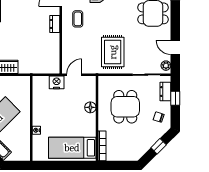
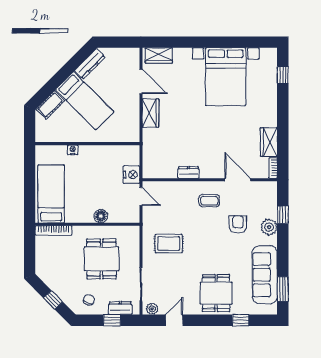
dresser: (55, 24) -> (188, 172), moved
rug: (113, 52) -> (169, 244), width x0.73, depth x0.70
dining table: (125, 107) -> (102, 259), turned 90

